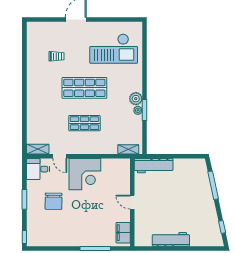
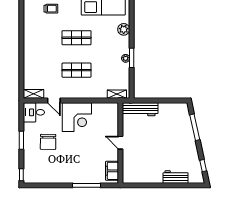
shop shelf: (84, 88) -> (76, 38), width x0.70, depth x0.74
plant: (136, 99) -> (124, 29), moved
workbench: (171, 239) -> (176, 177), moved, width x0.73

